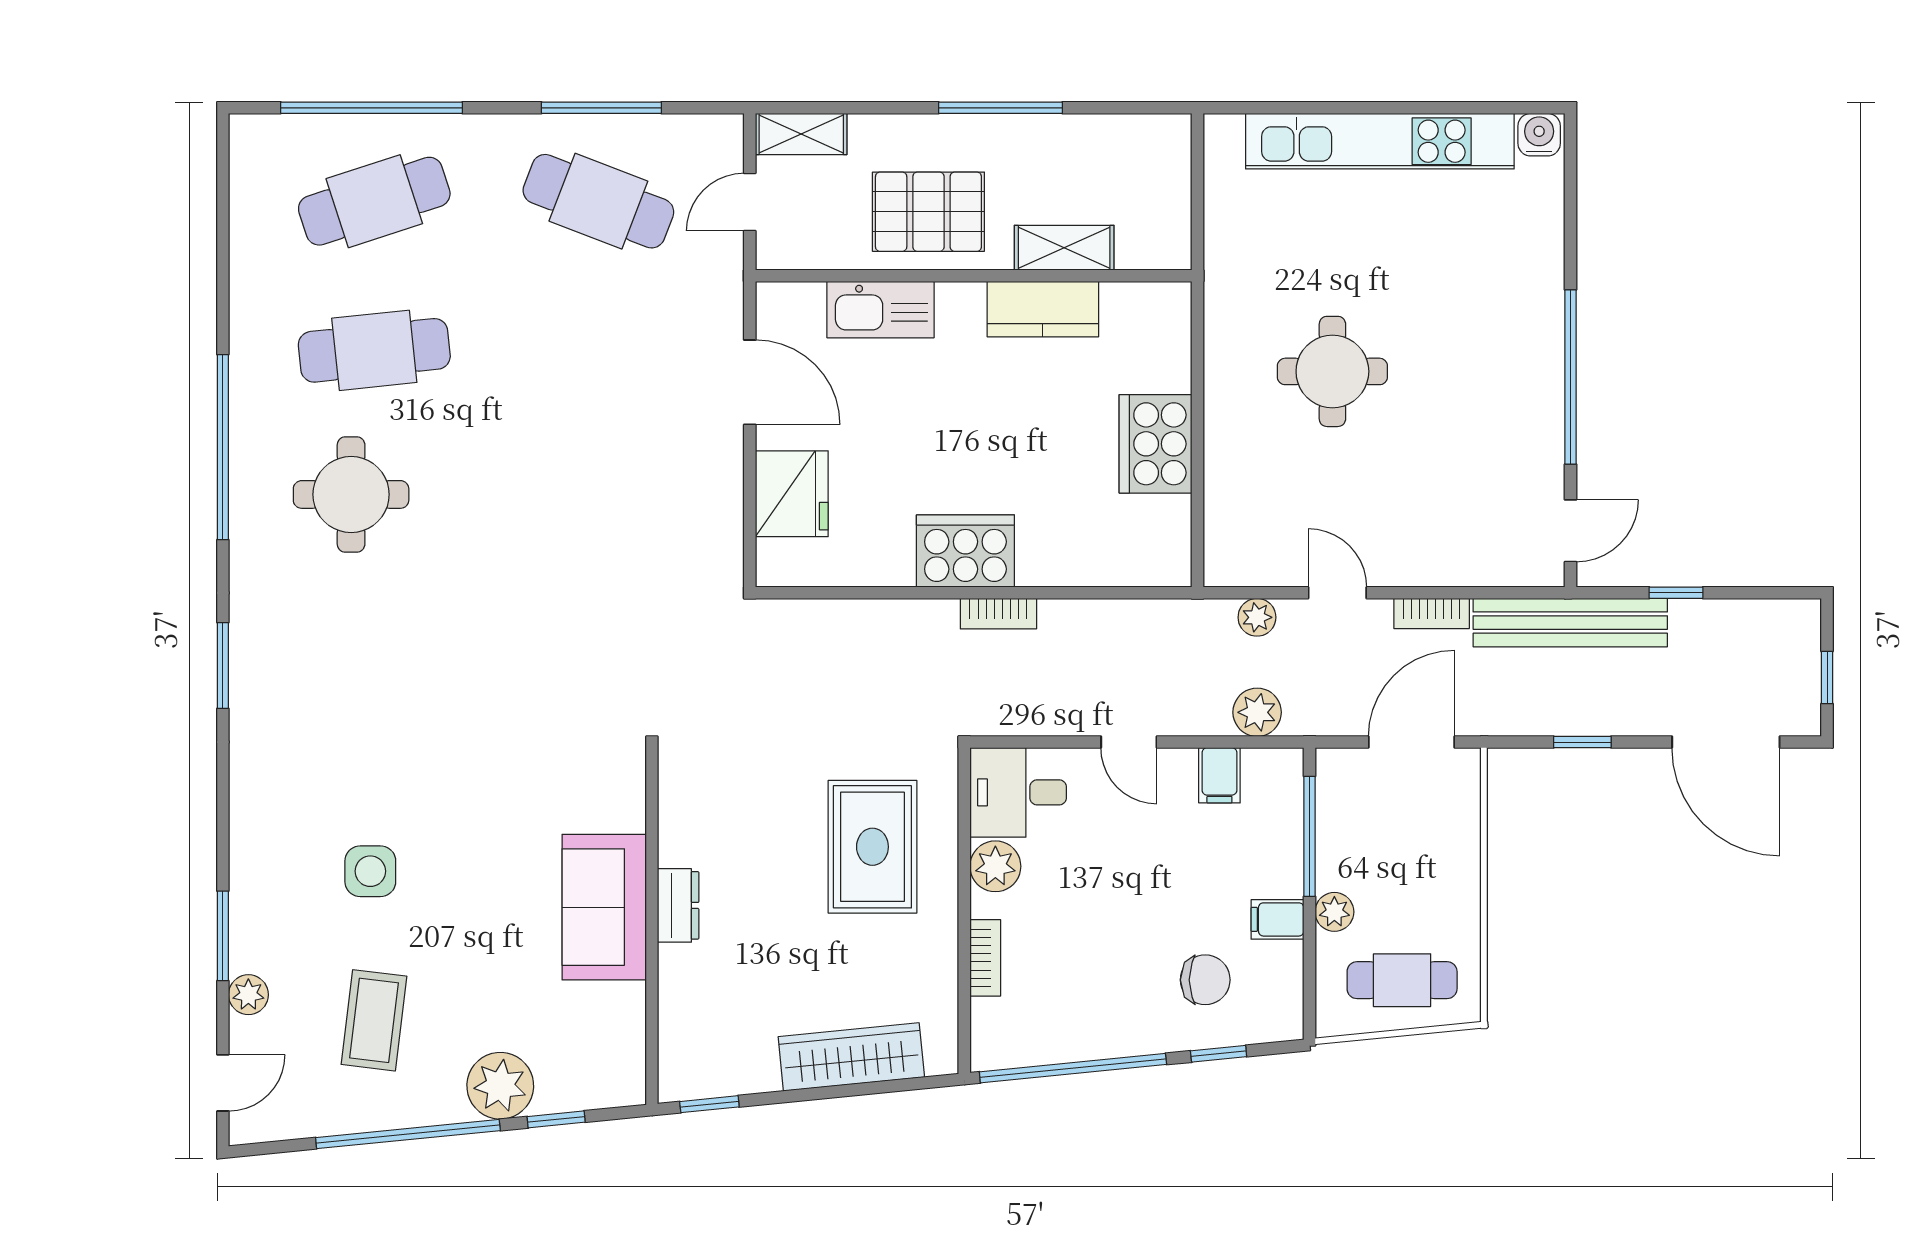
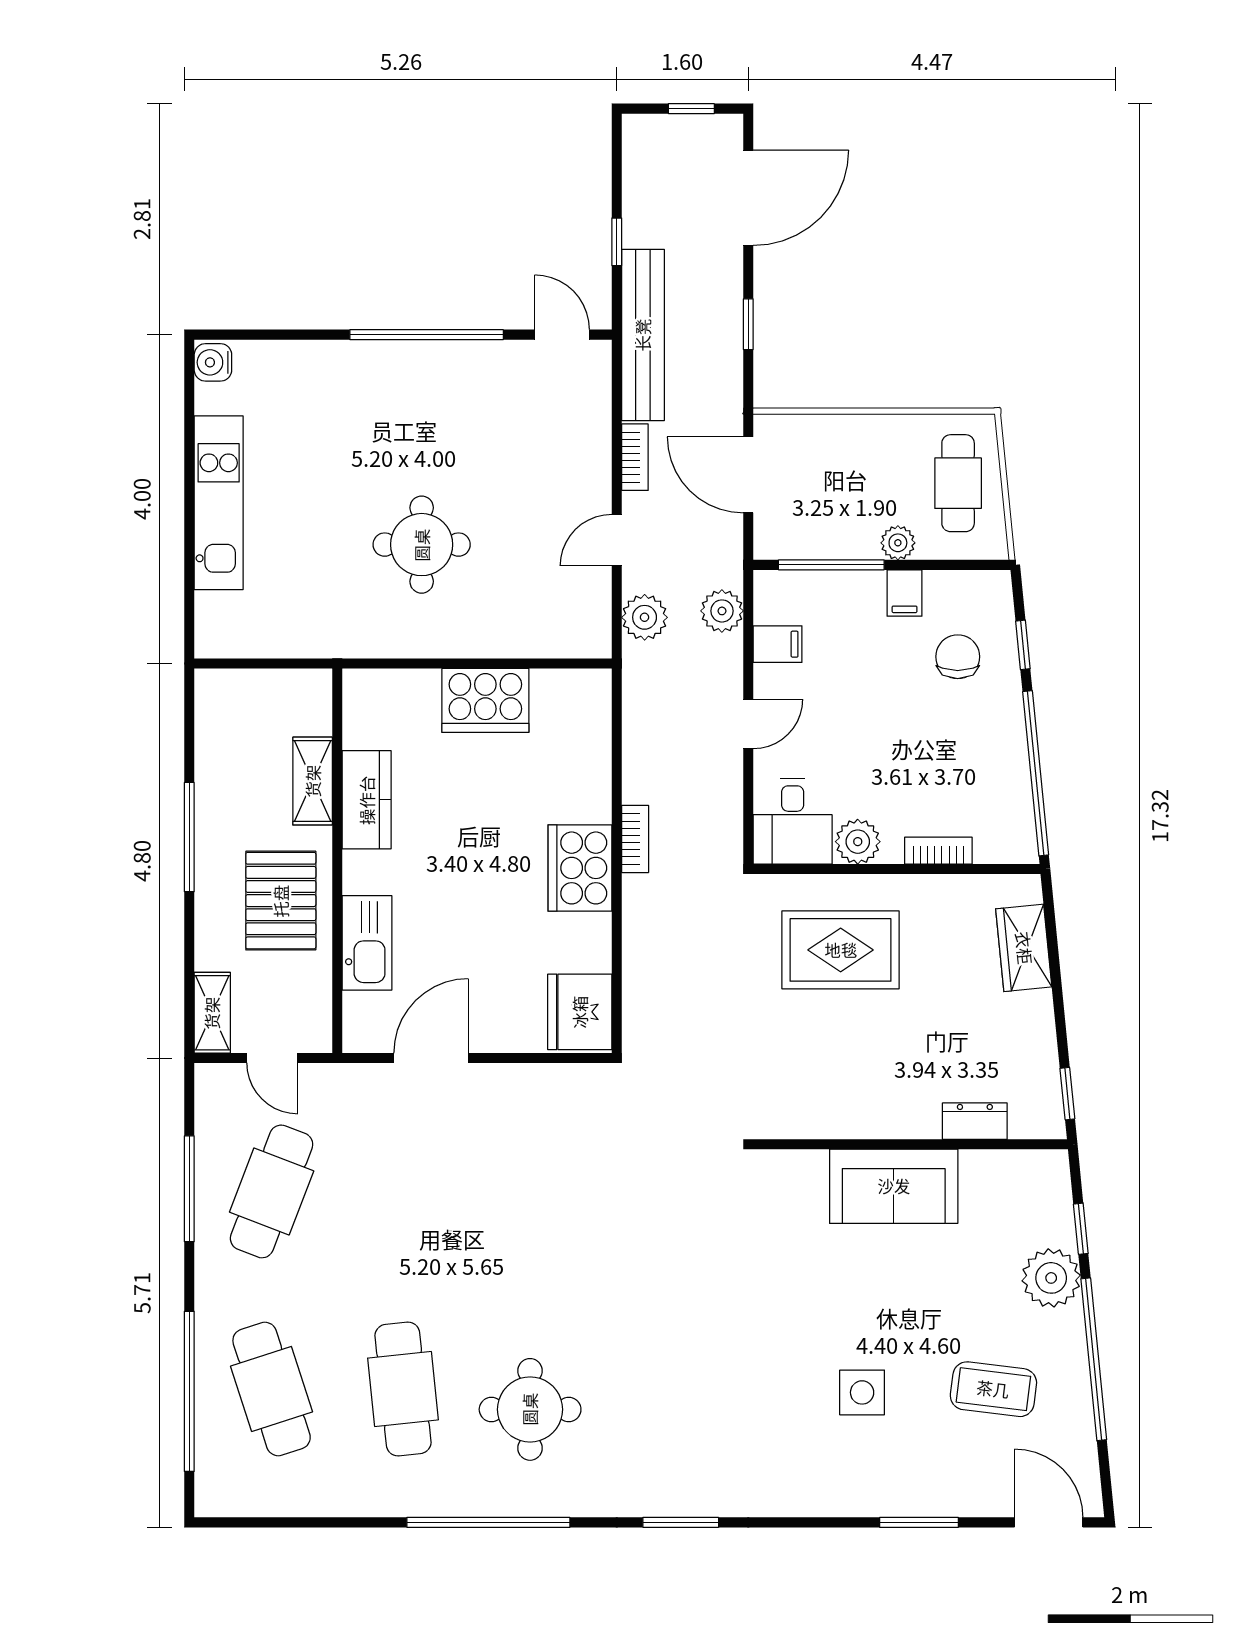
kitchen unit: (1380, 141) -> (219, 503), width x0.73
fridge: (792, 494) -> (580, 1012), moved, turned -90
plant: (1257, 617) -> (645, 617), width x1.38, depth x1.38
dresser: (678, 905) -> (975, 1121), moved
plant: (248, 995) -> (971, 1500), removed
wardrobe: (851, 1057) -> (1024, 948), width x0.67
door: (223, 1083) -> (1049, 1522), width x1.38

